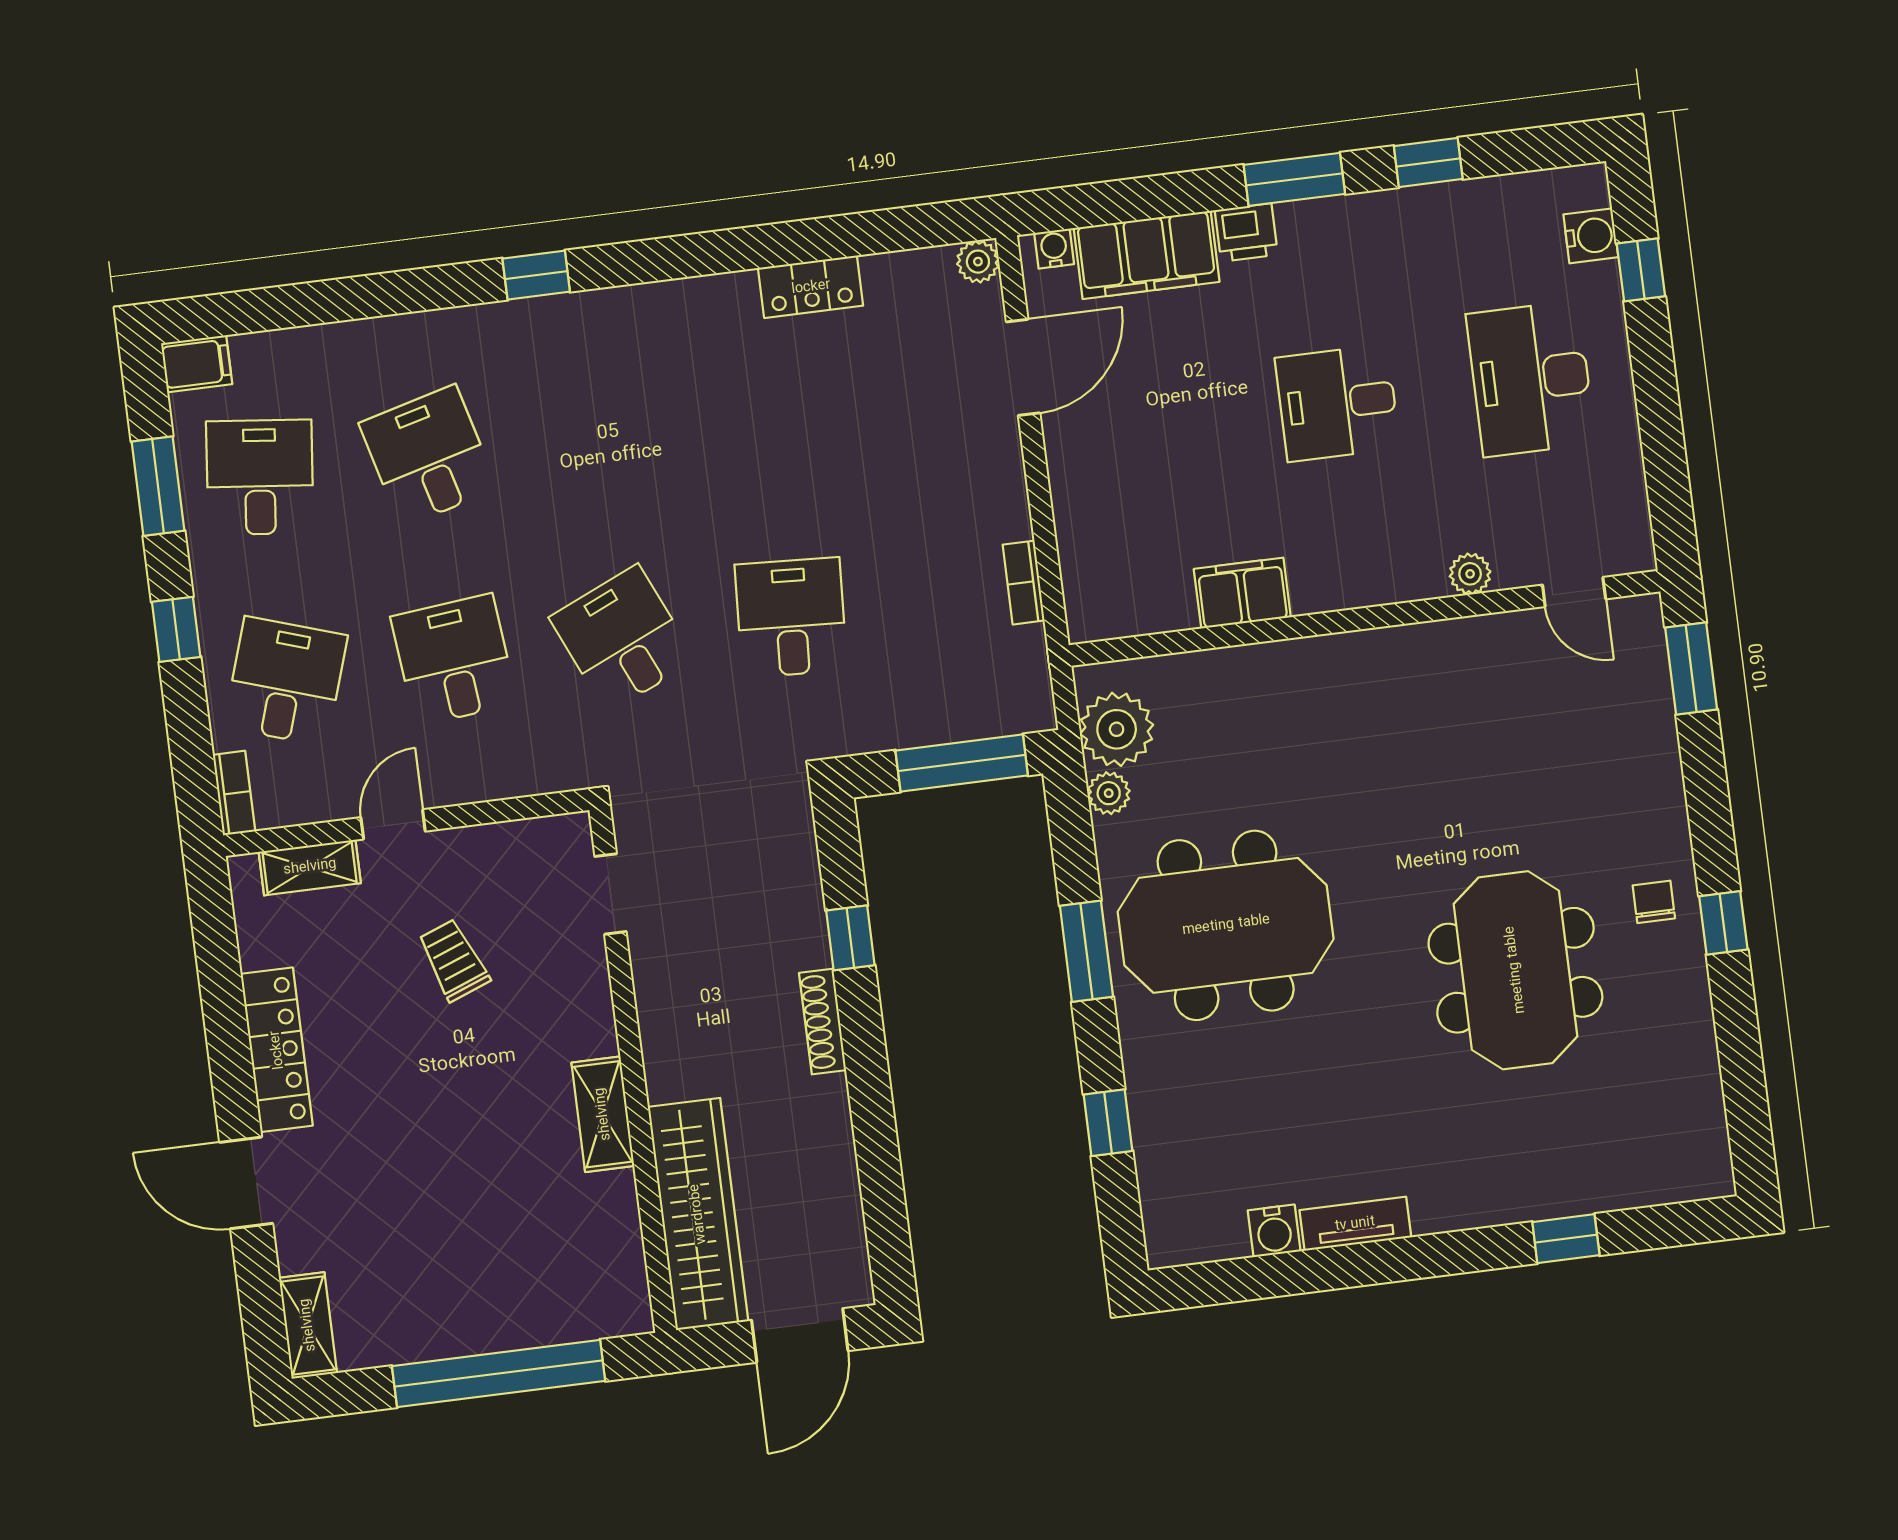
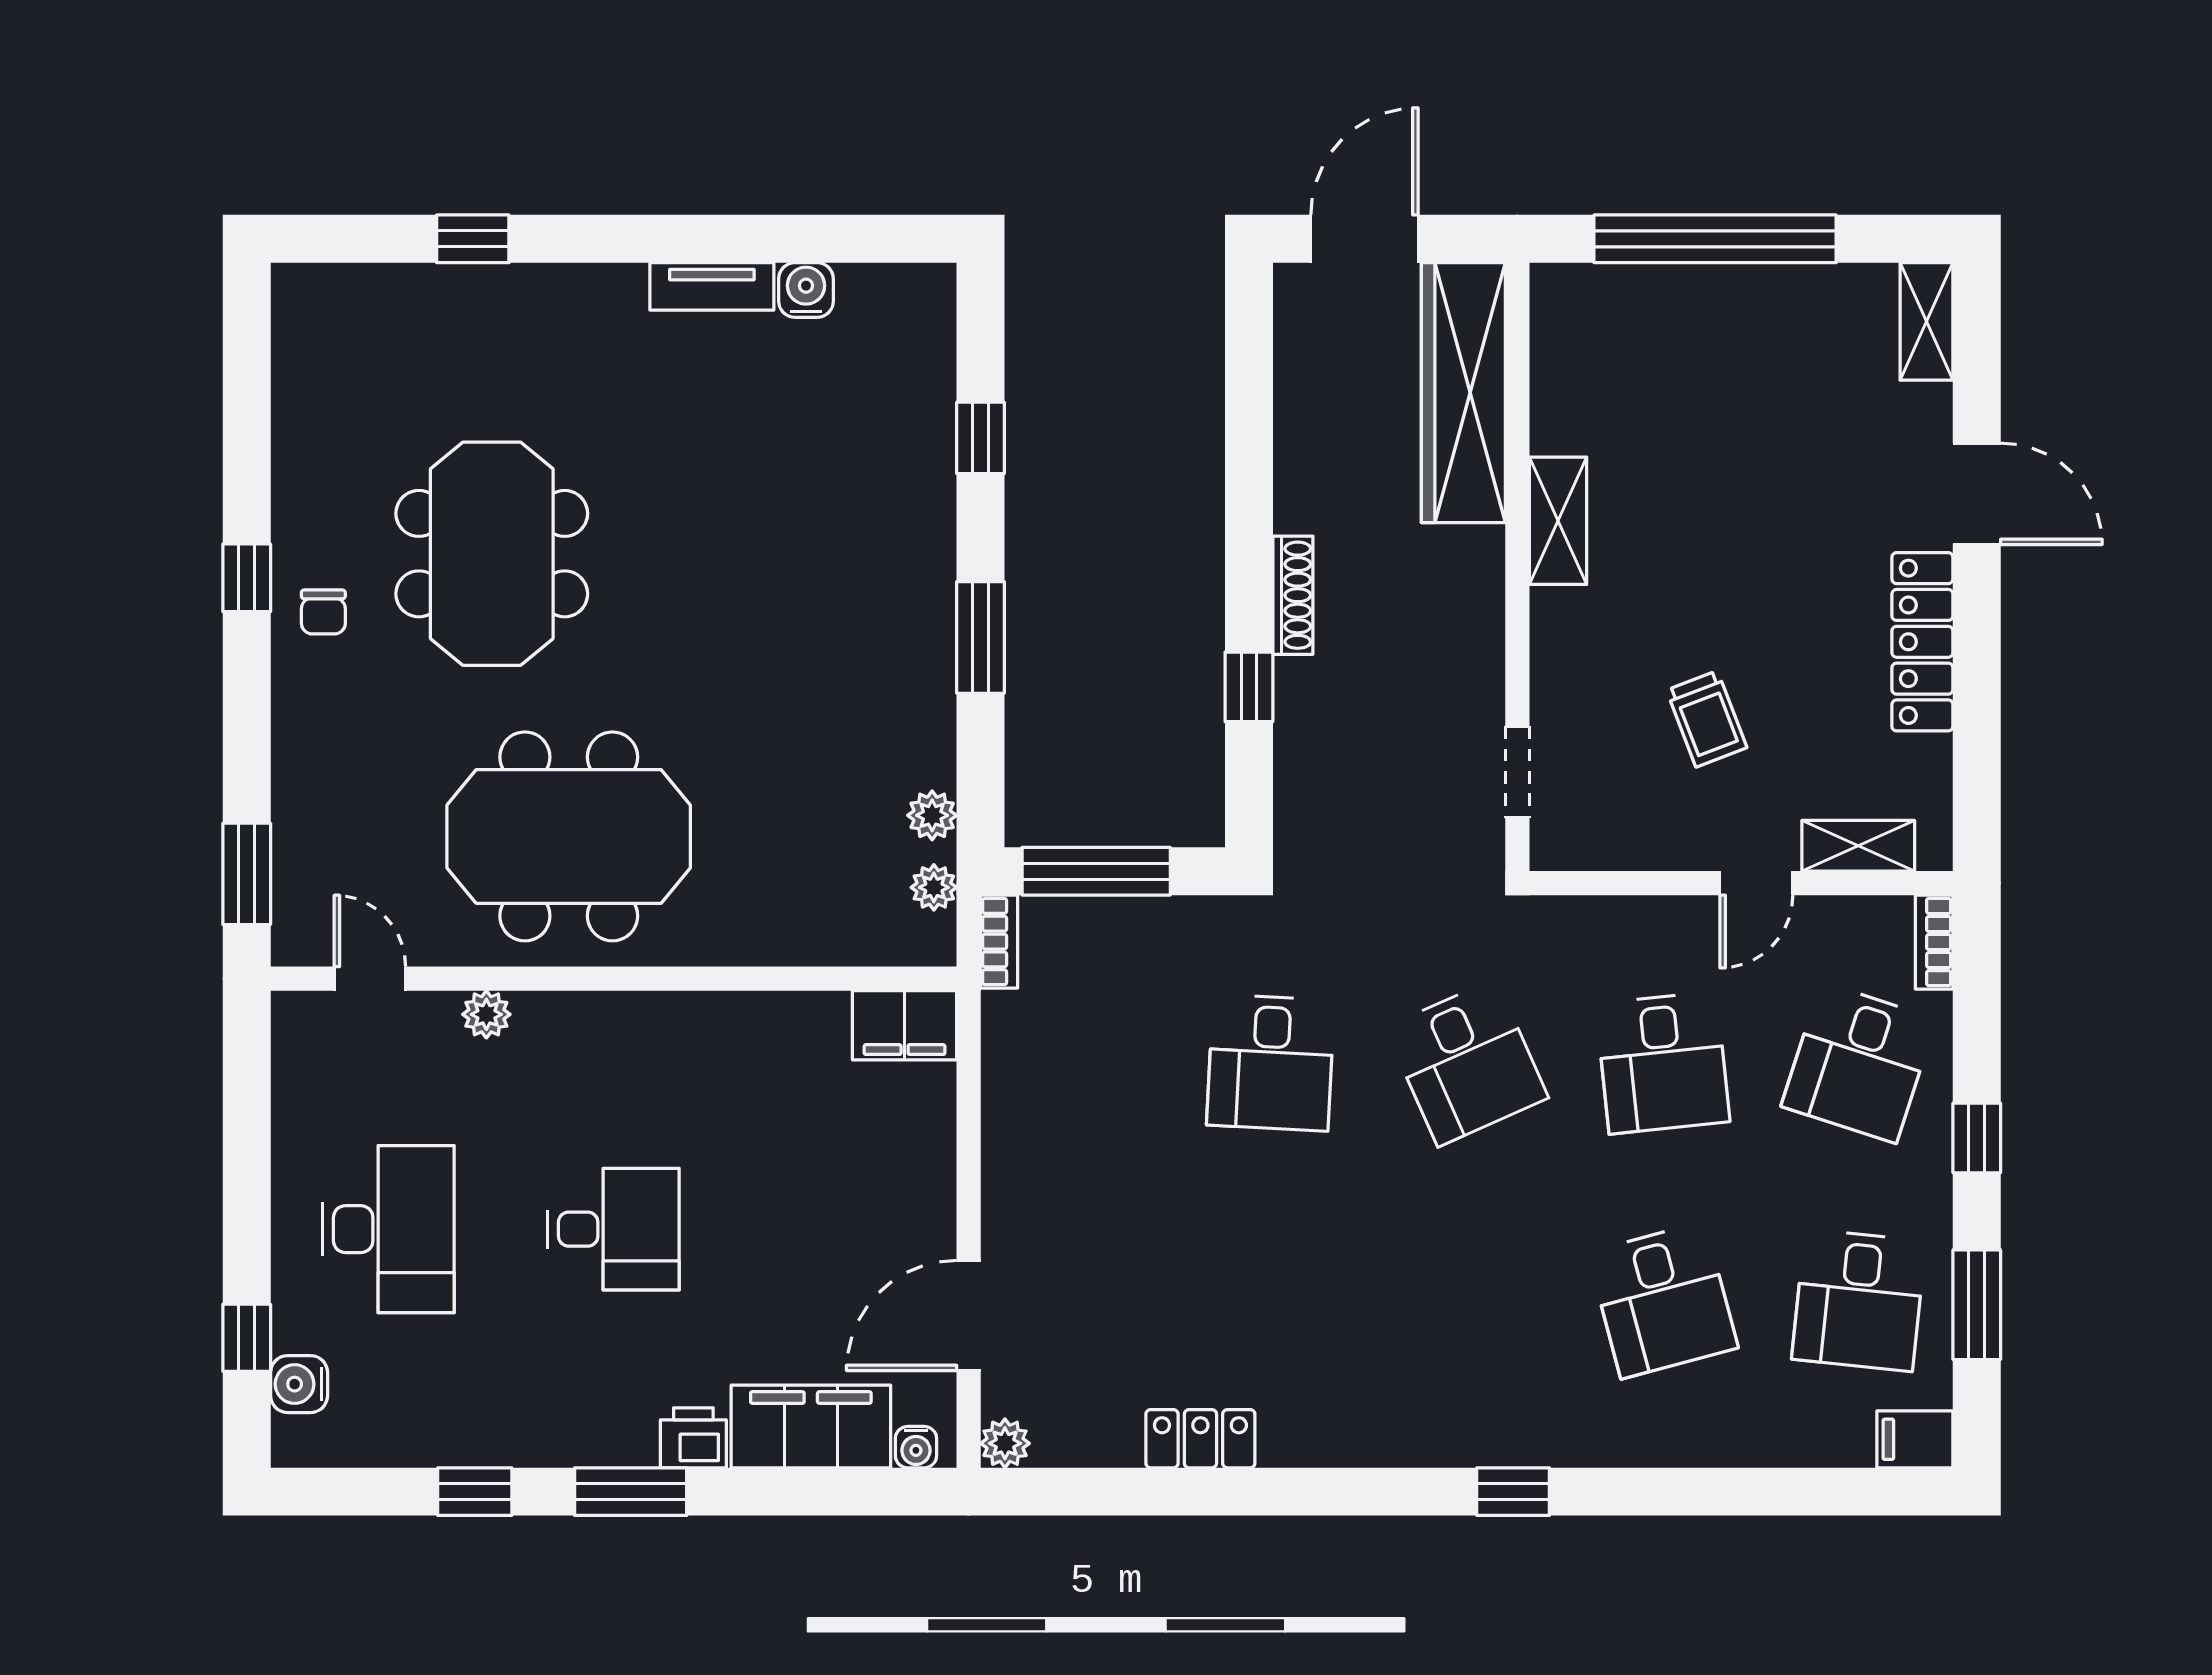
bookcase: (1024, 583) -> (999, 942), moved
filing cabinet: (1242, 593) -> (905, 1025), moved
plant: (1117, 729) -> (934, 887), width x0.53, depth x0.53
meeting table: (1226, 925) -> (569, 836), moved

